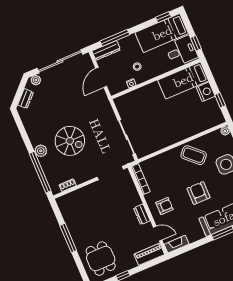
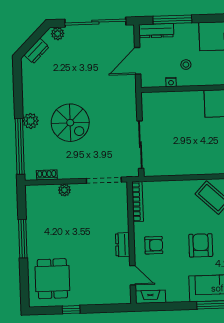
plant: (85, 191) -> (64, 190), added
piano: (149, 254) -> (113, 296), removed

